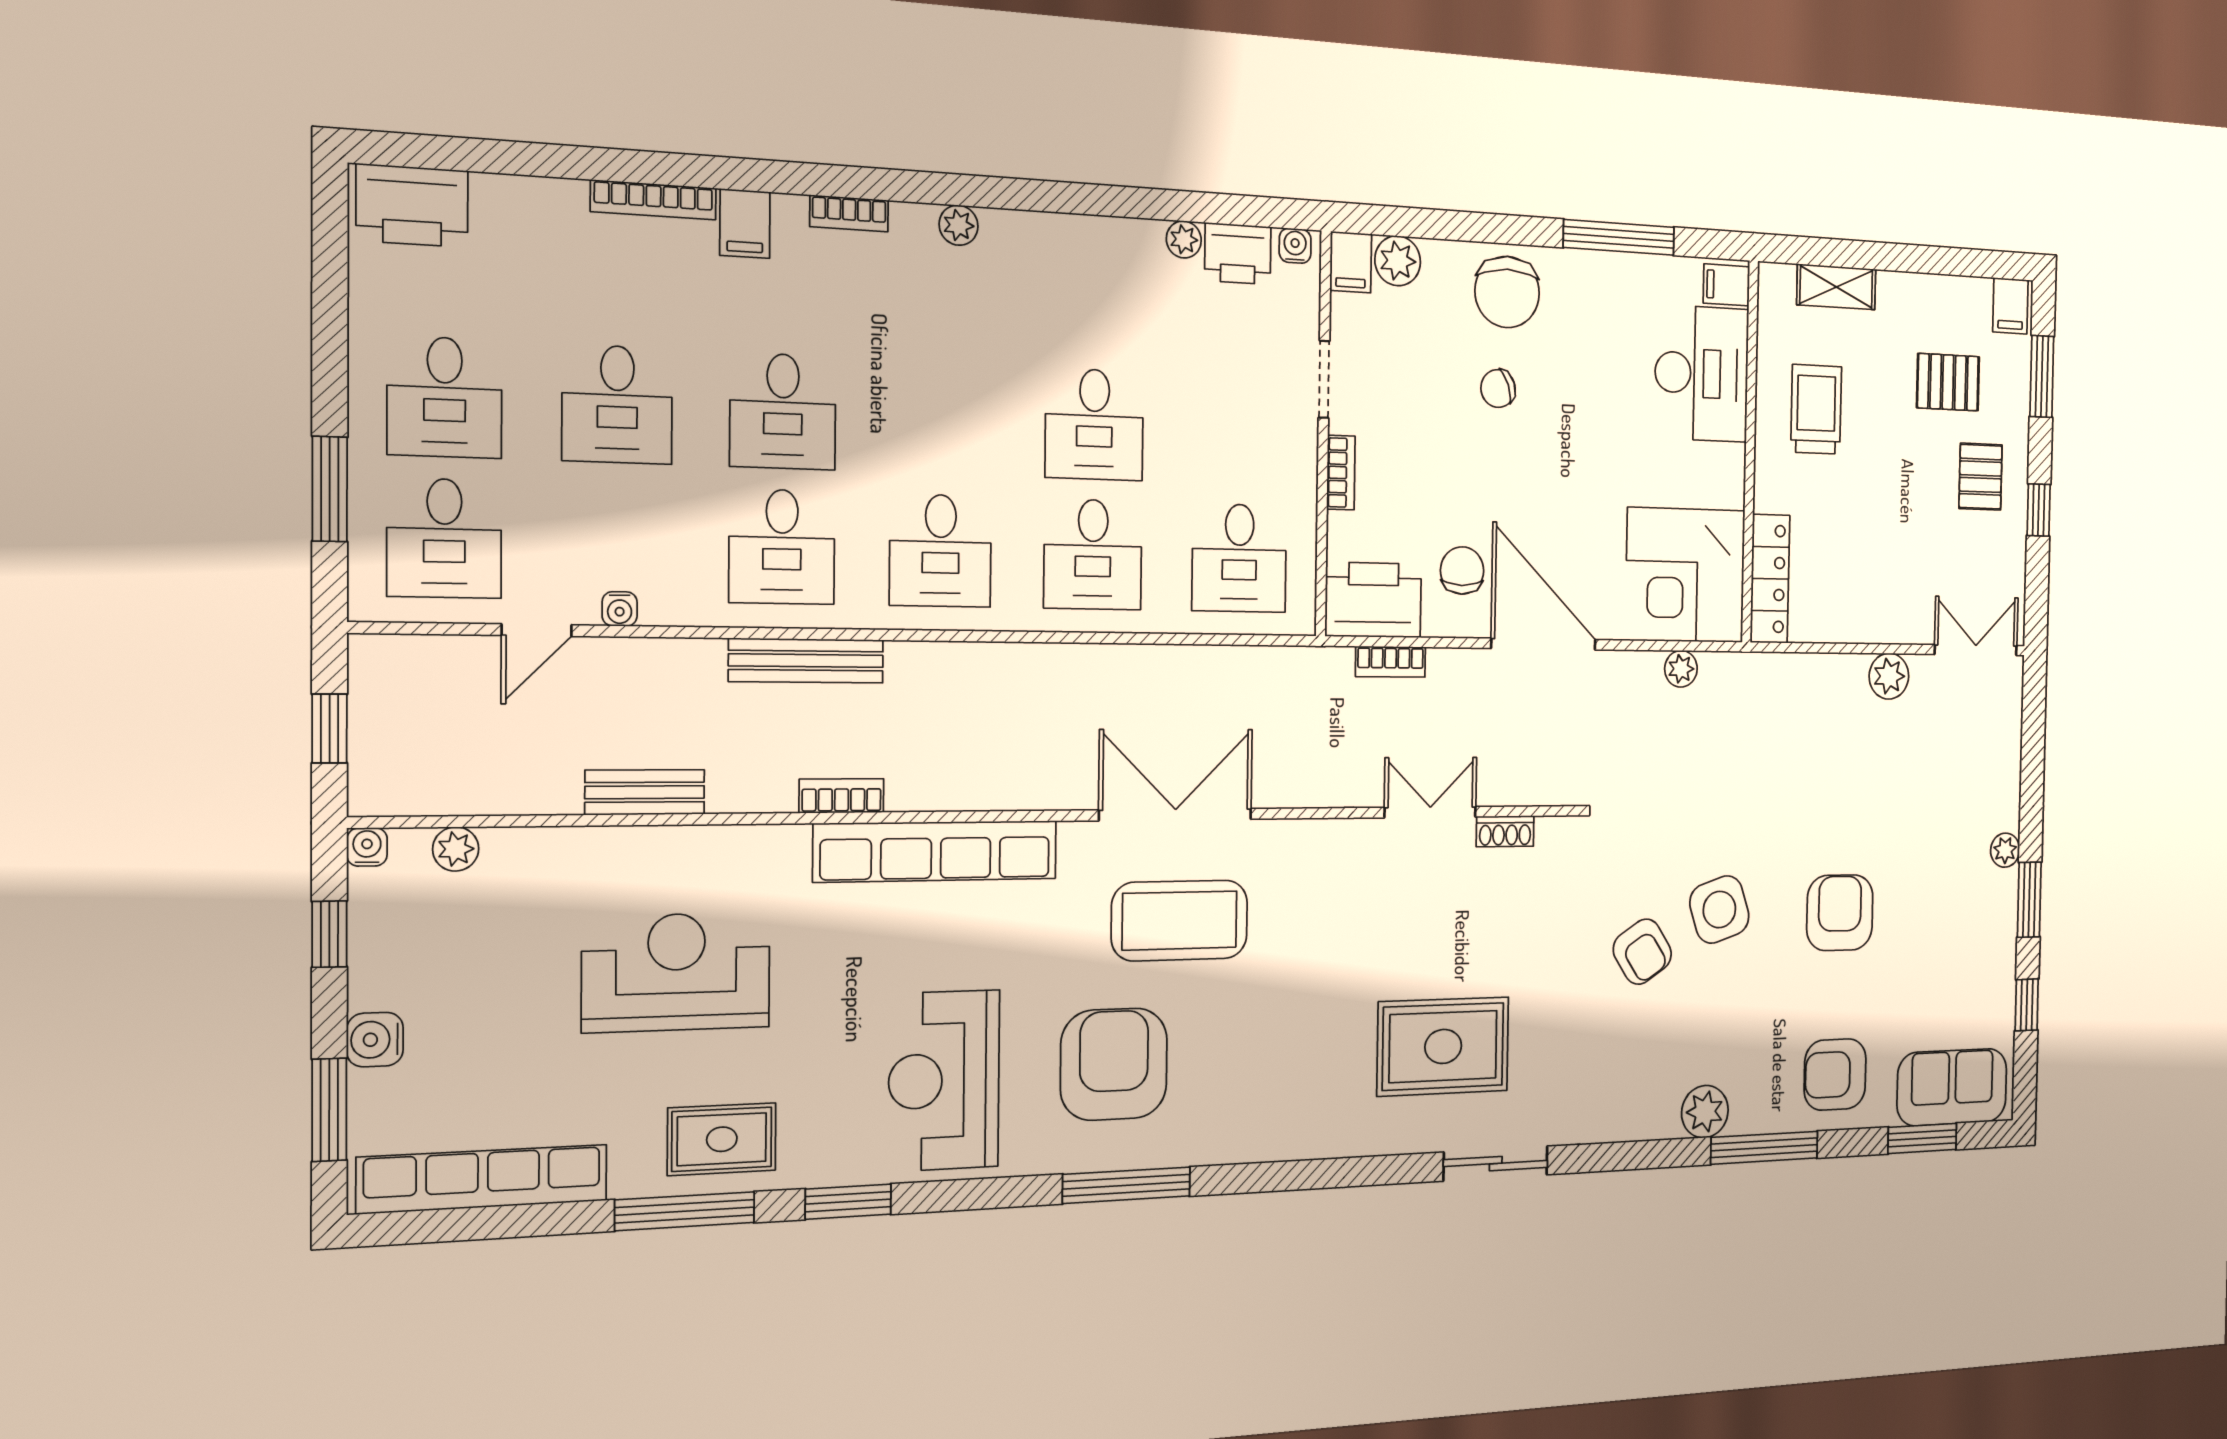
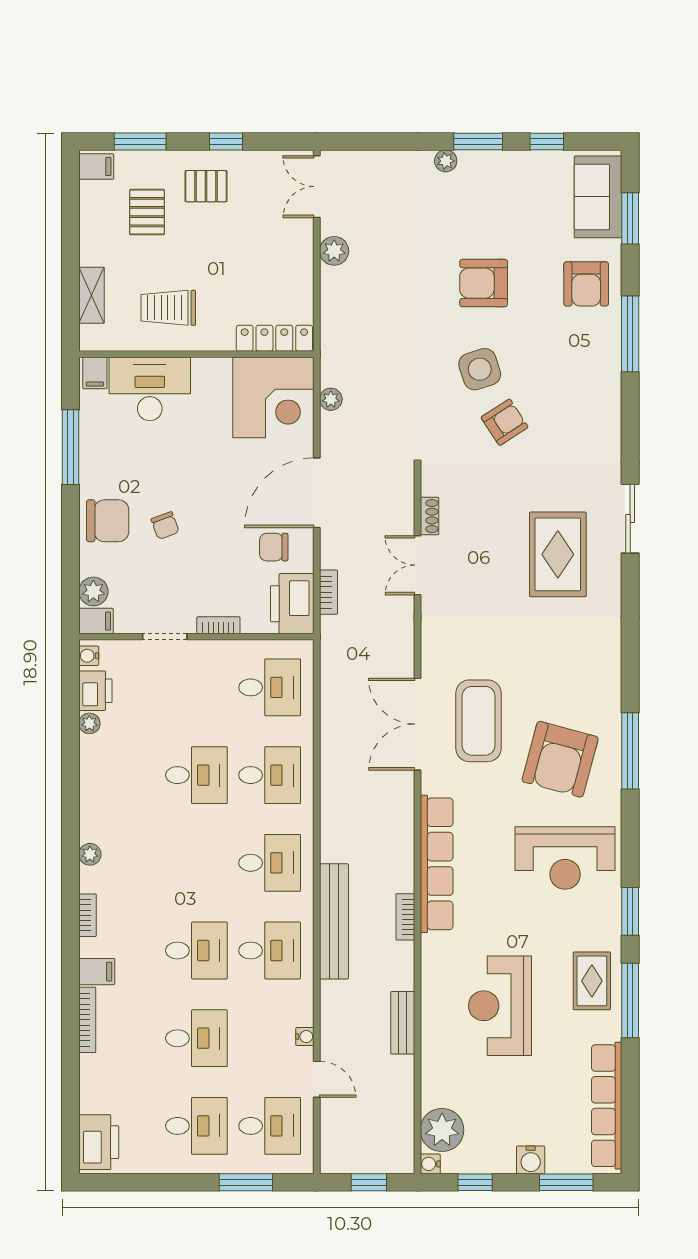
bench: (806, 661) -> (334, 921), width x1.37, depth x1.21
plant: (456, 849) -> (442, 1130), width x1.87, depth x1.87
armchair: (1114, 1064) -> (560, 759), turned -75
plant: (1705, 1112) -> (605, 377), removed

